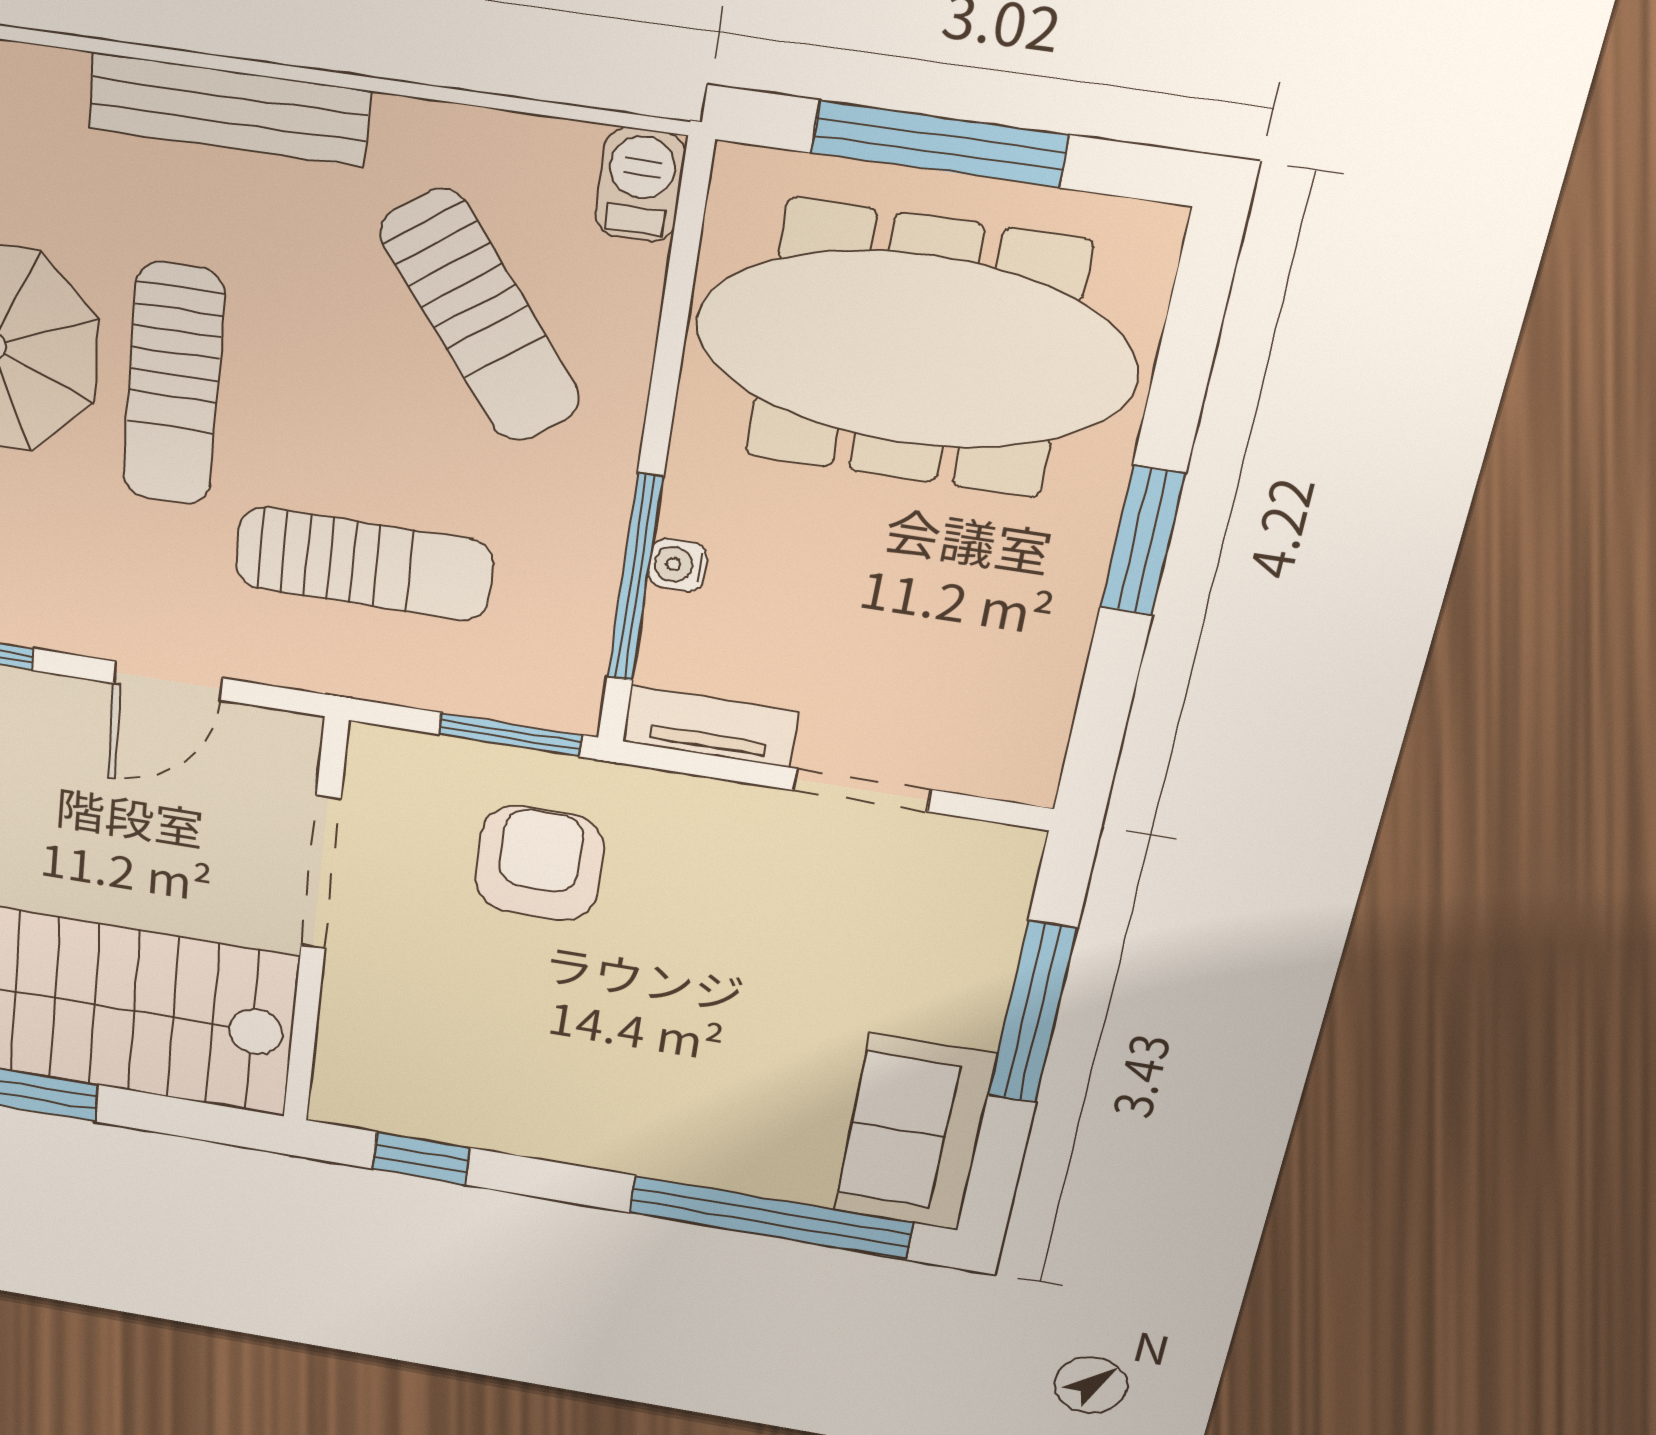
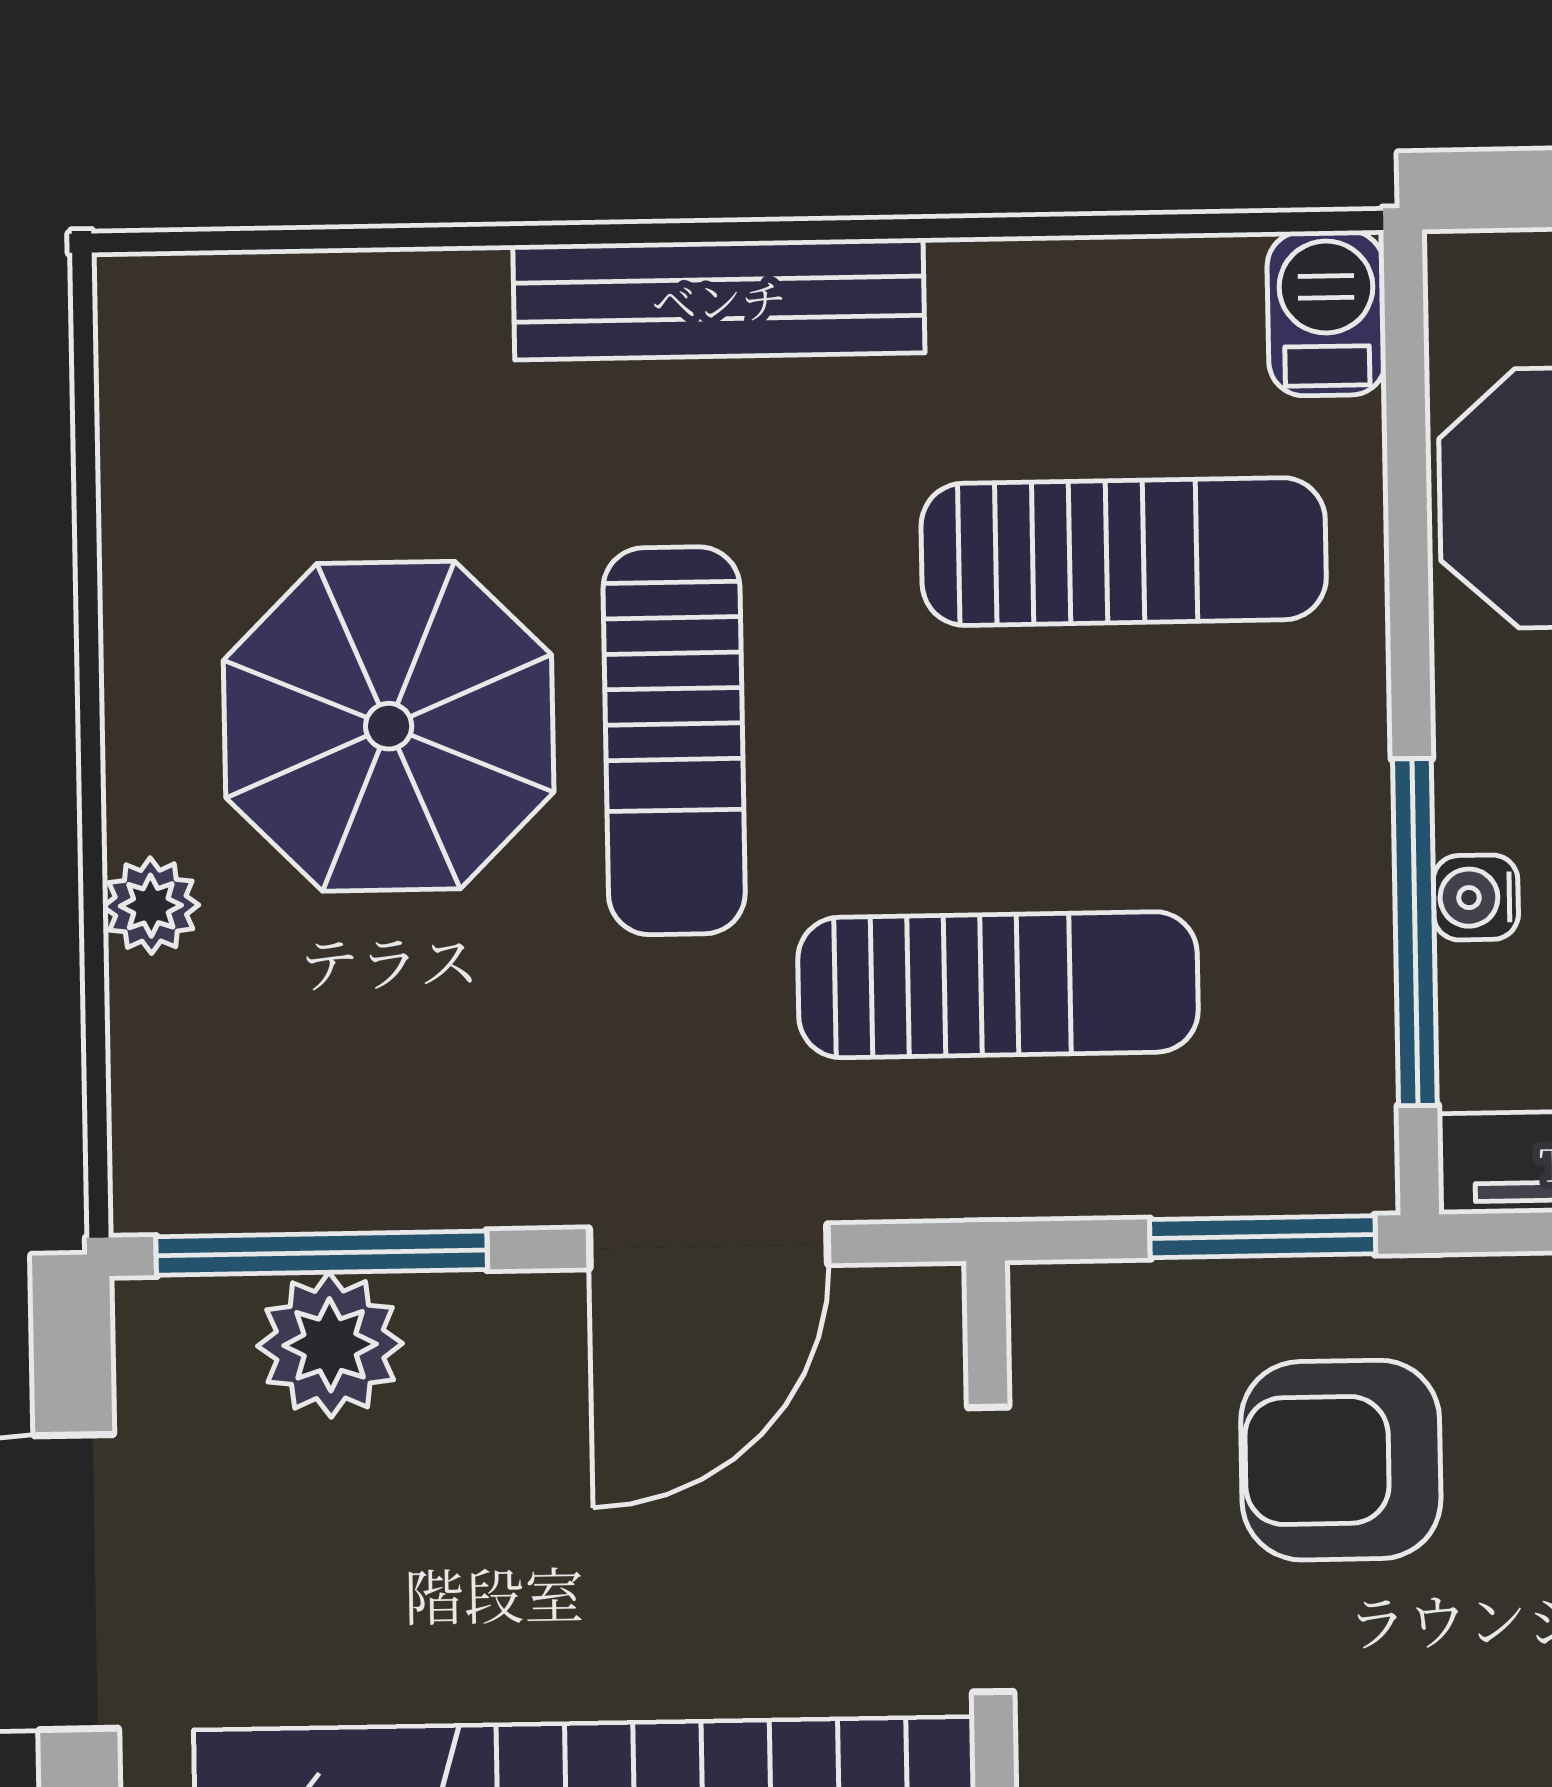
sun lounger: (480, 316) -> (1124, 552), turned -53
door: (168, 681) -> (708, 1246), width x1.38
armchair: (539, 863) -> (1341, 1460), turned -90

